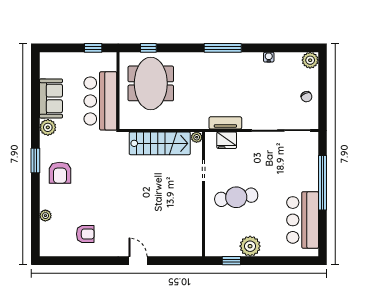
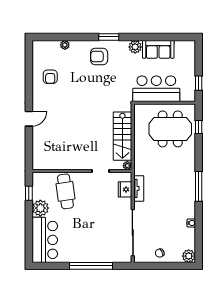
cafe table: (236, 197) -> (65, 191), moved
bar counter: (303, 220) -> (45, 240), moved, turned 90

